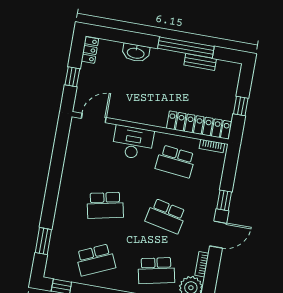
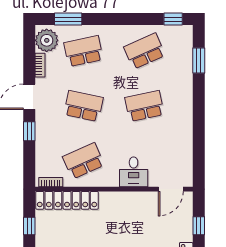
desk: (133, 143) -> (134, 172), width x0.73
school desk: (175, 161) -> (83, 161), turned -30

